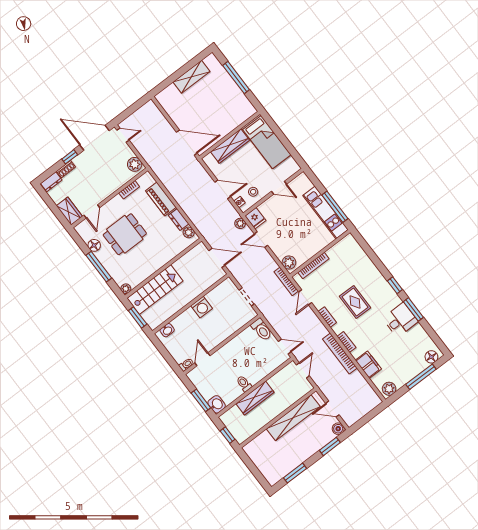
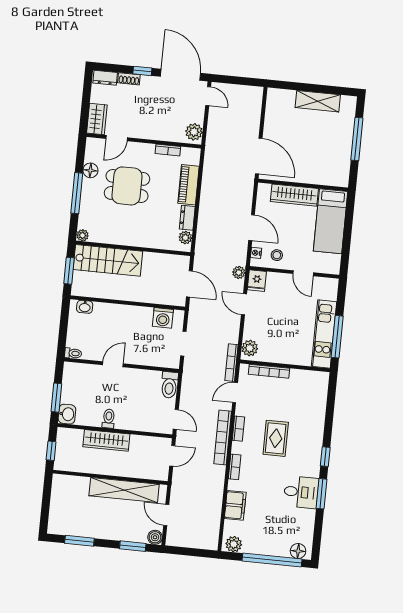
washing machine: (202, 307) -> (163, 318), moved
bookcase: (340, 354) -> (223, 437), moved
door: (202, 359) -> (113, 364), moved
window: (421, 377) -> (272, 560), width x1.46

